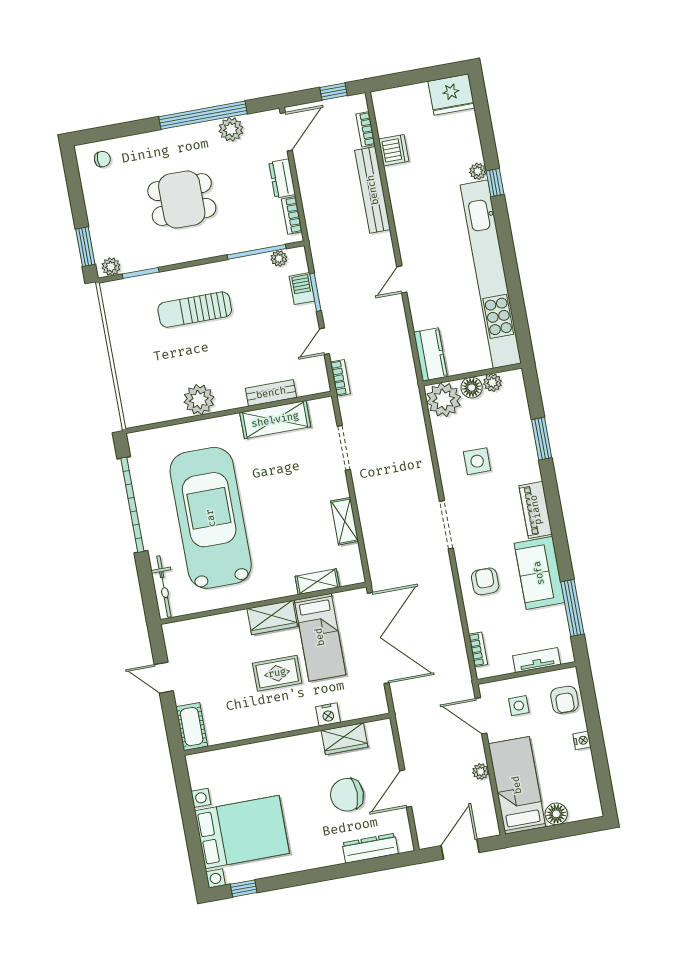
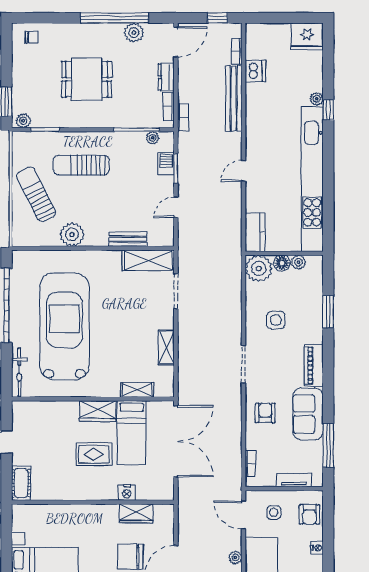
sun lounger: (144, 357) -> (36, 194), added
bookcase: (340, 378) -> (183, 117), moved
shelving: (275, 420) -> (148, 260), moved

